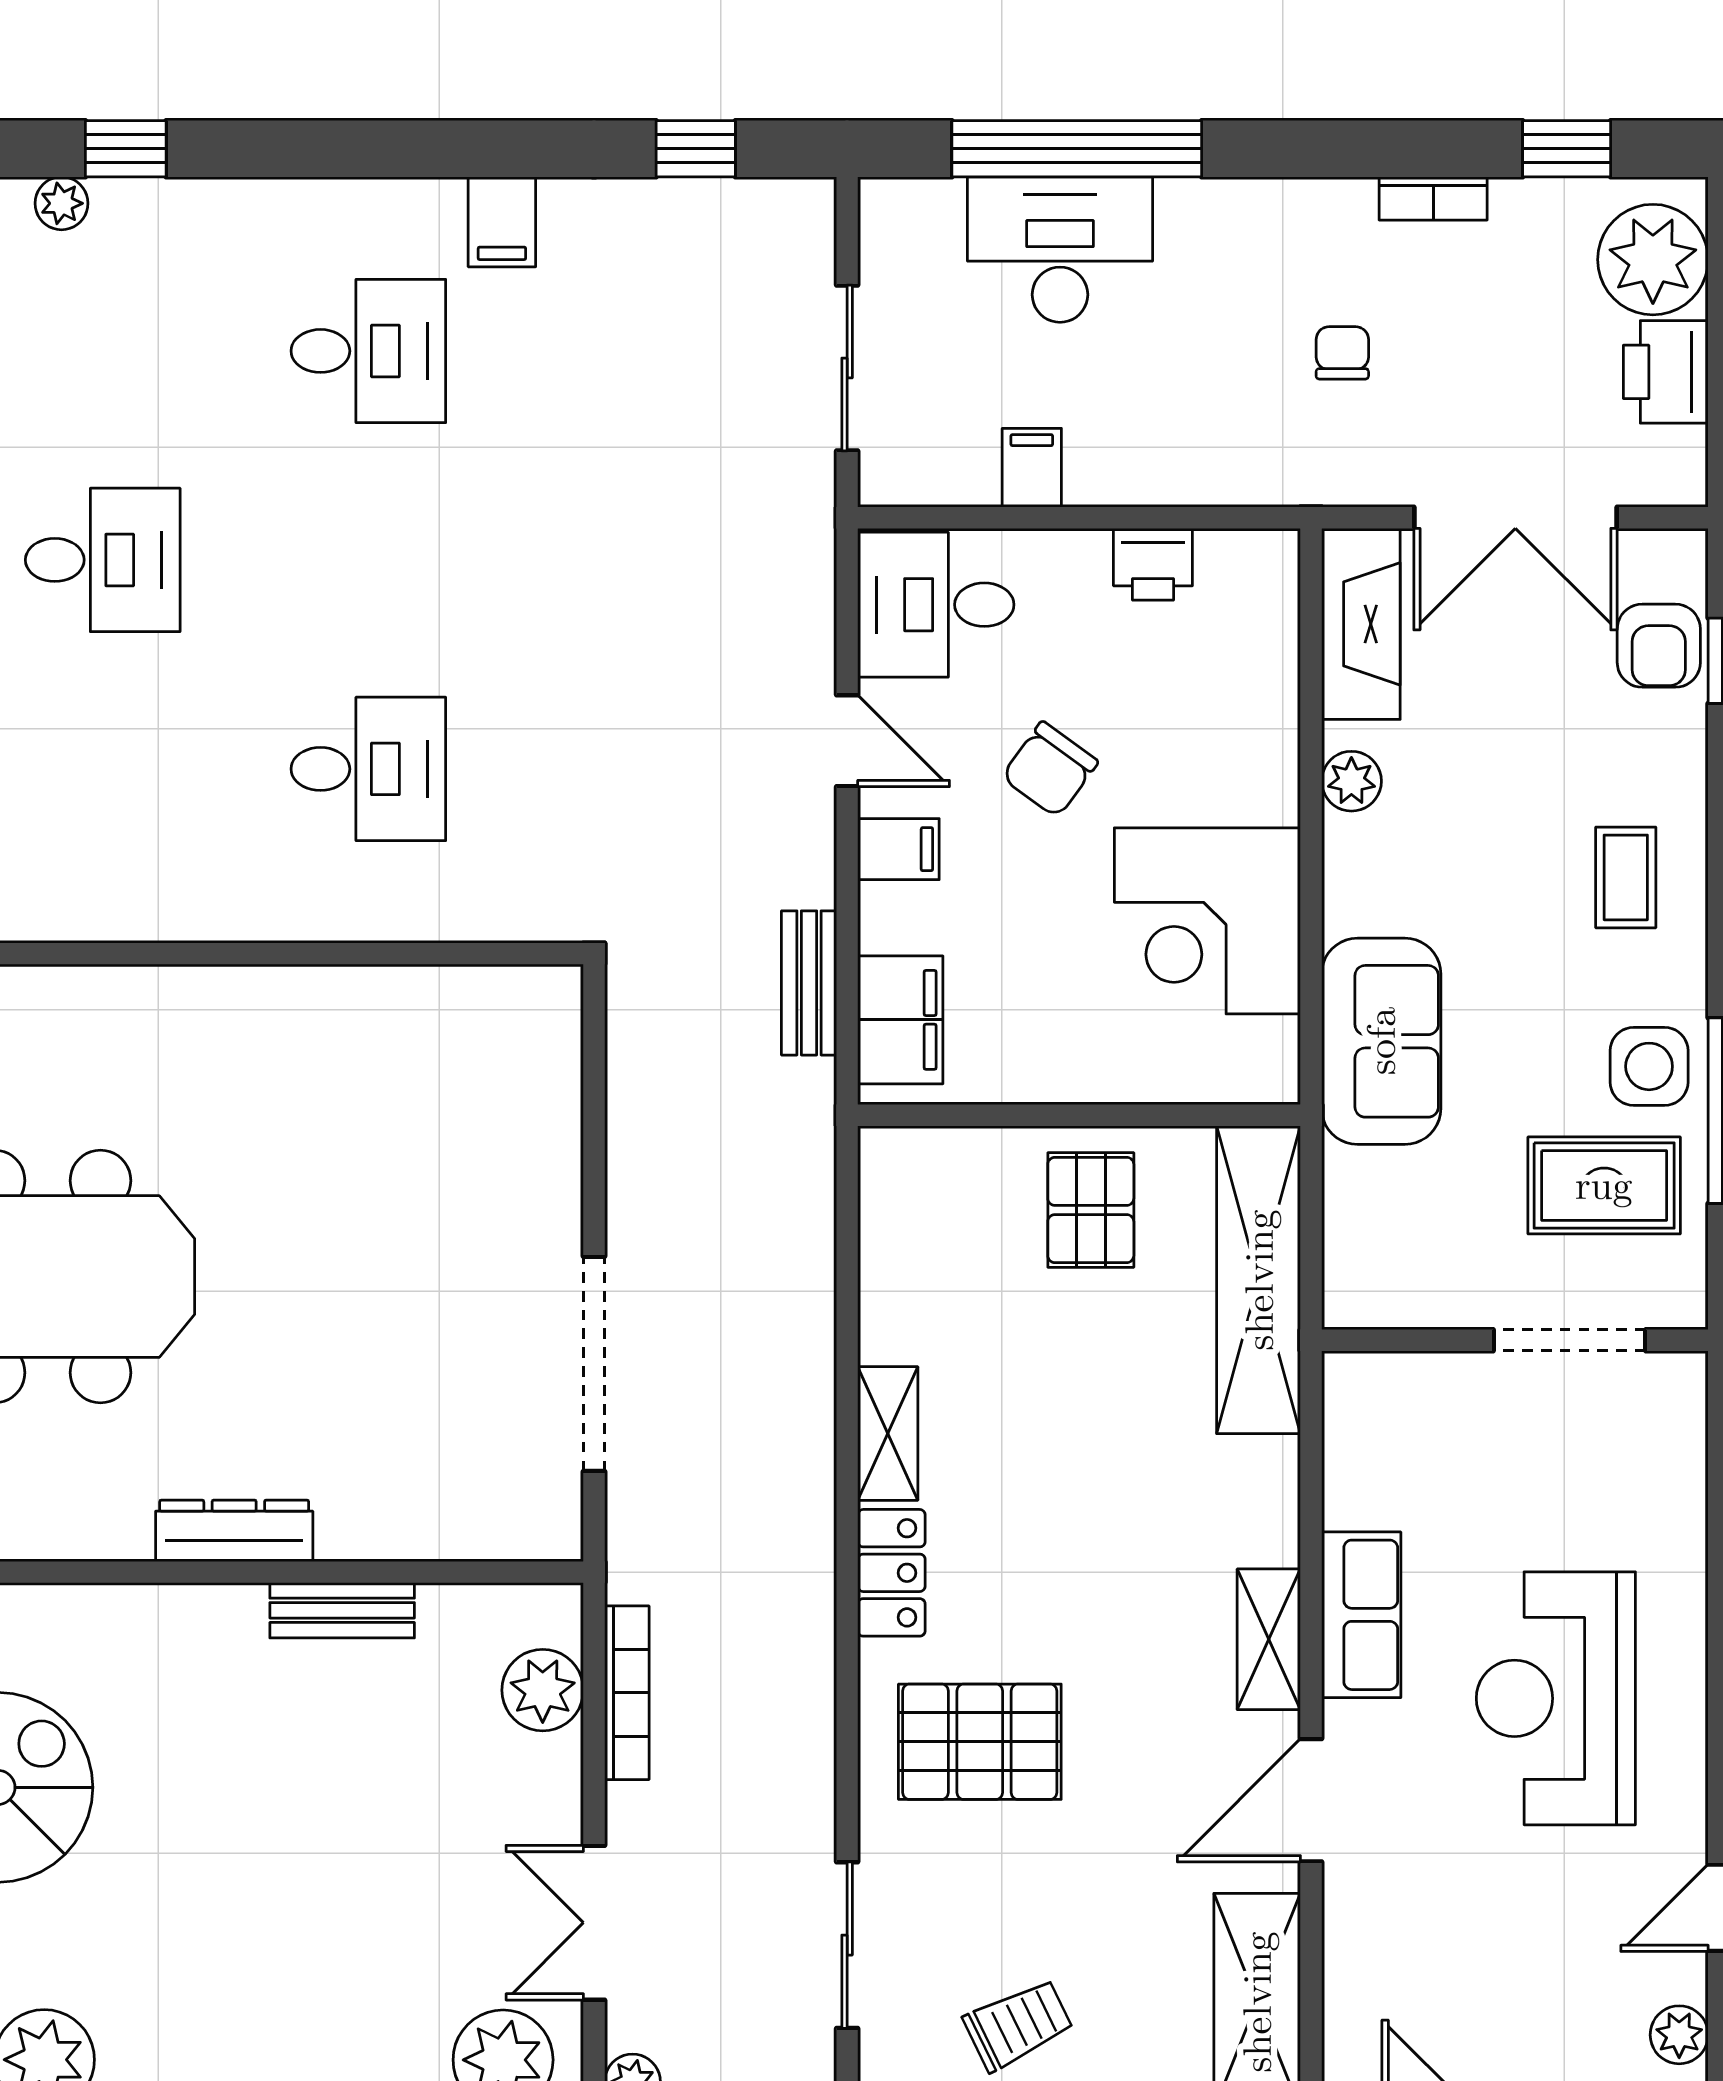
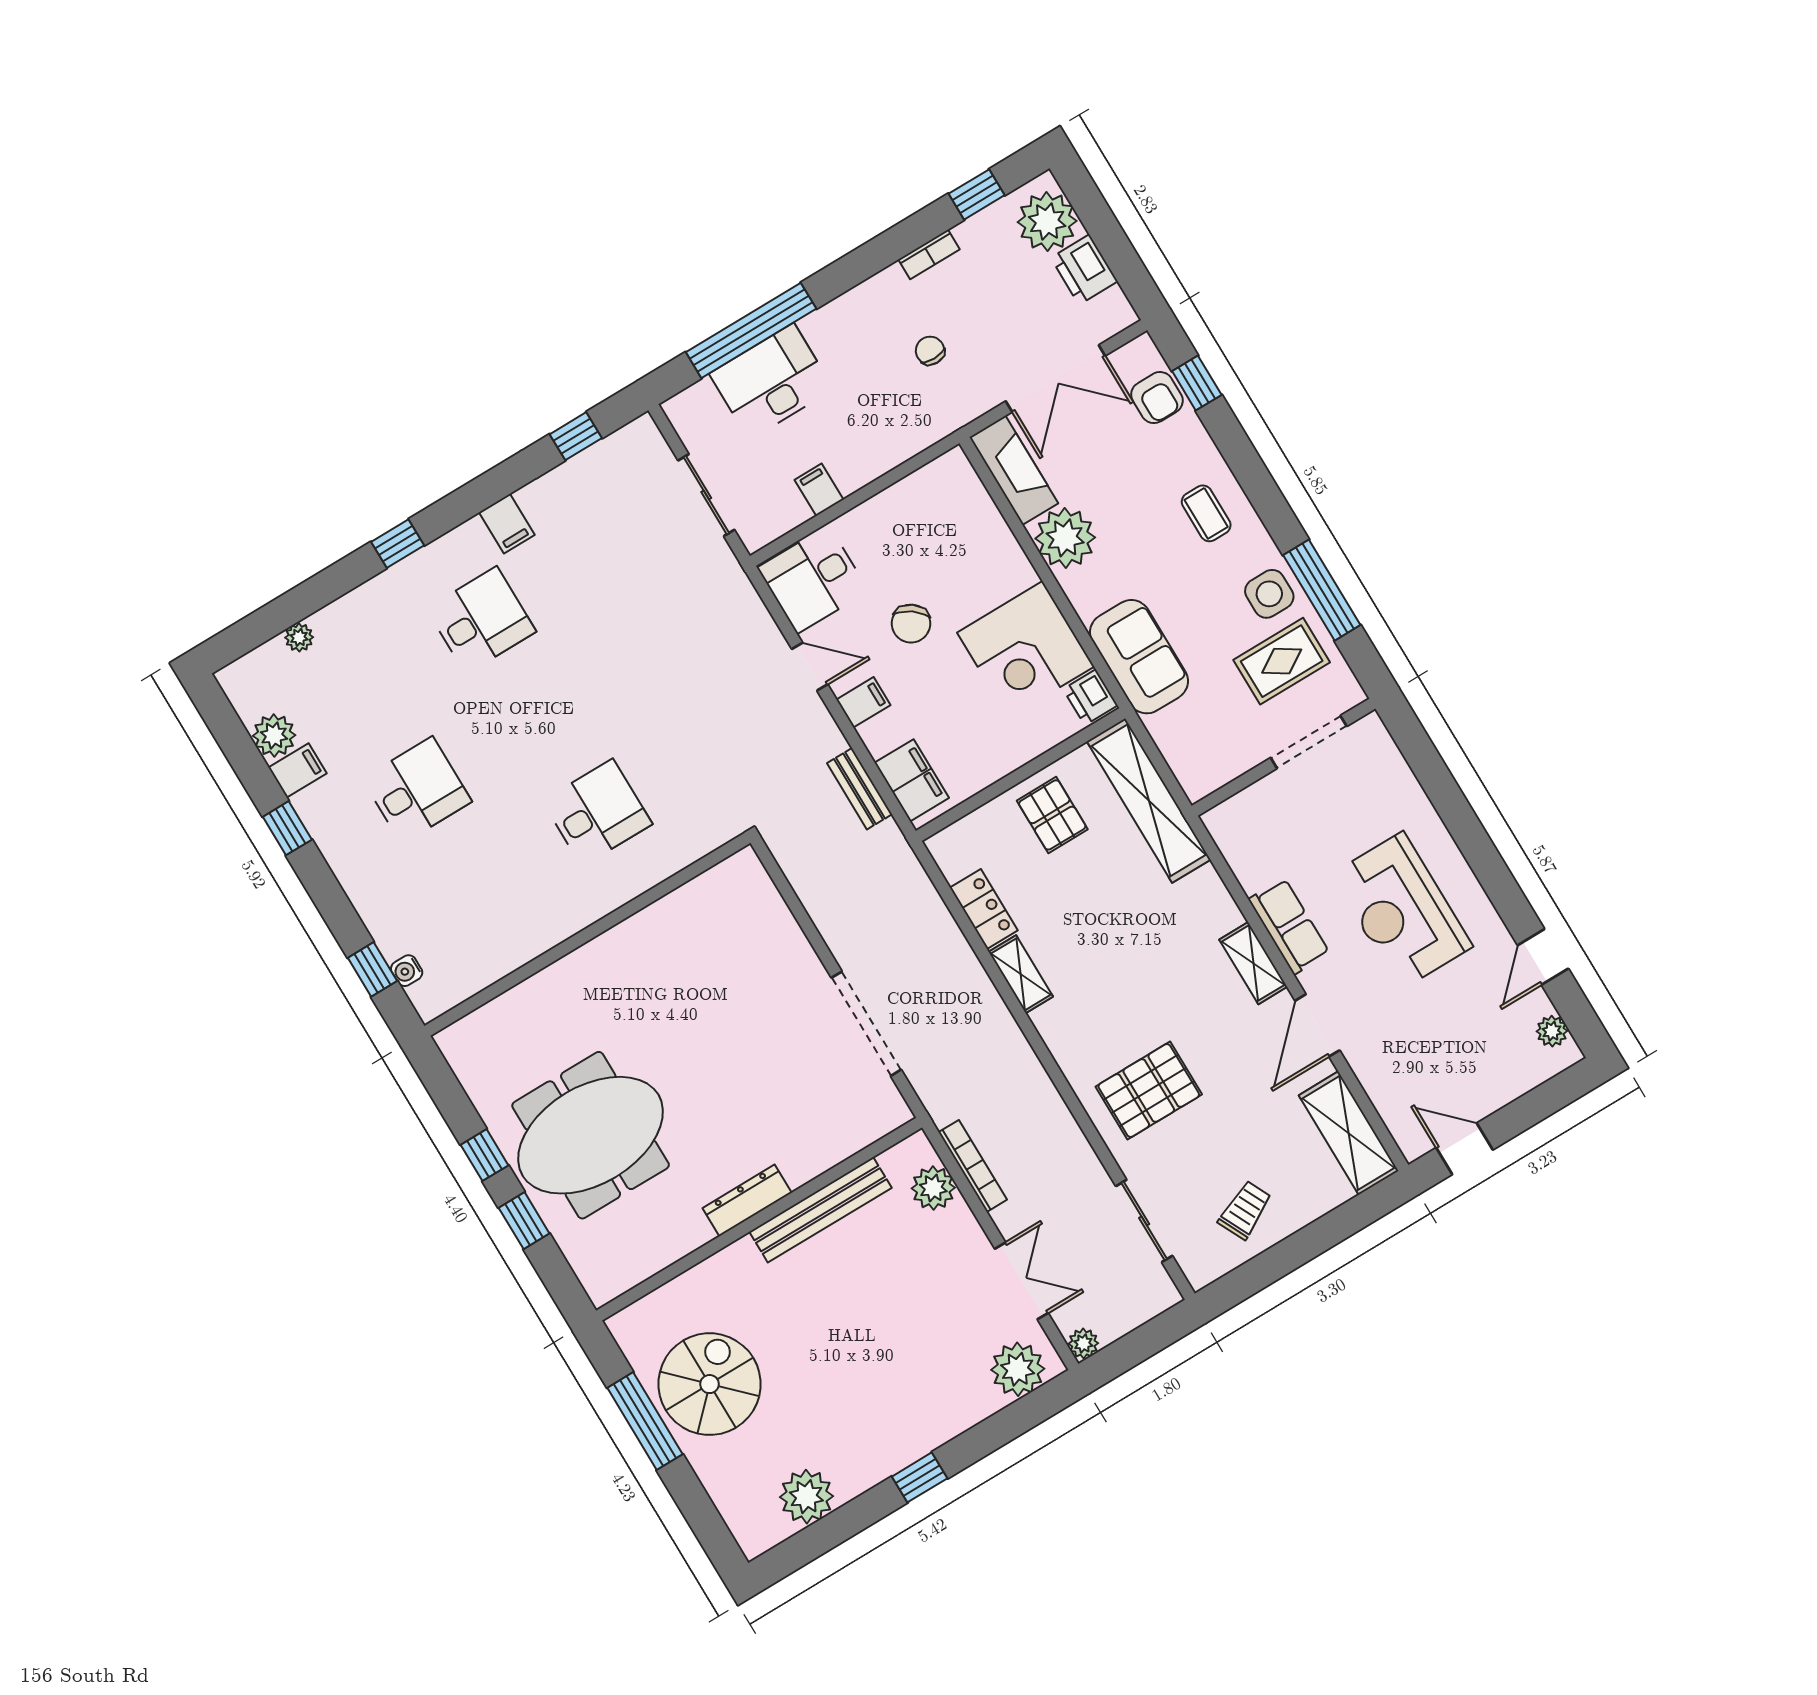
window: (126, 149) -> (398, 544), moved
printer: (1153, 564) -> (1090, 697), moved, turned 90
plant: (1351, 781) -> (1065, 538), width x1.88, depth x1.88
locker: (891, 1573) -> (984, 909), moved
bench: (342, 1610) -> (820, 1210), width x1.86, depth x1.21
double door: (594, 1923) -> (1021, 1281), swing flipped

